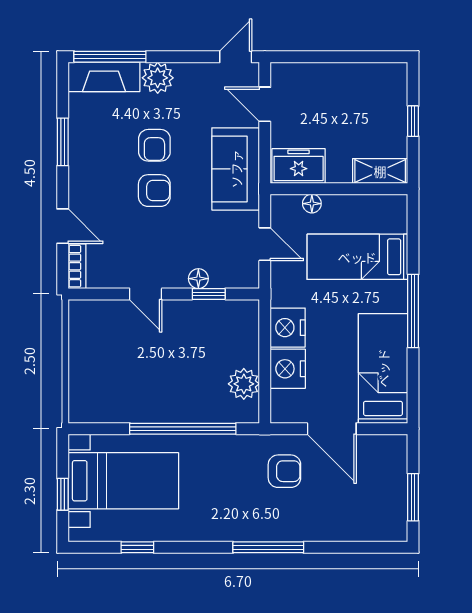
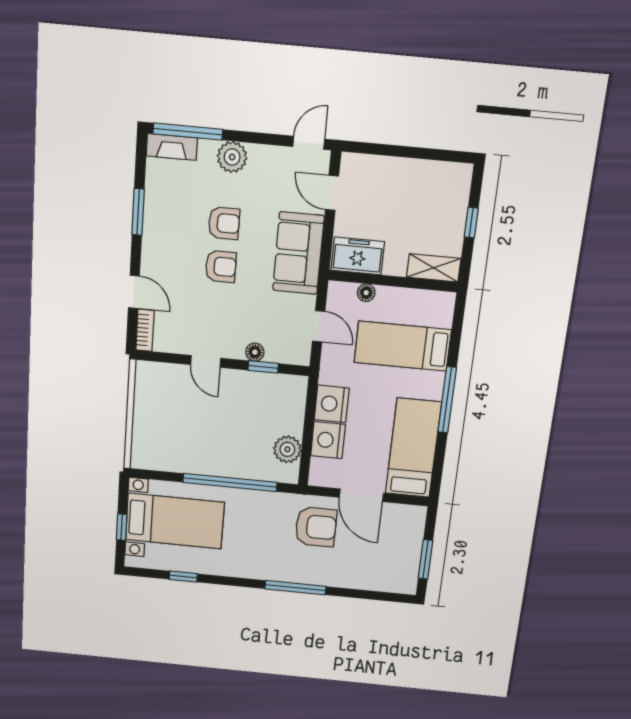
fireplace: (104, 77) -> (172, 147), width x0.73, depth x0.76
armchair: (154, 145) -> (224, 223), turned -90
armchair: (284, 471) -> (316, 527), width x1.38, depth x1.38

